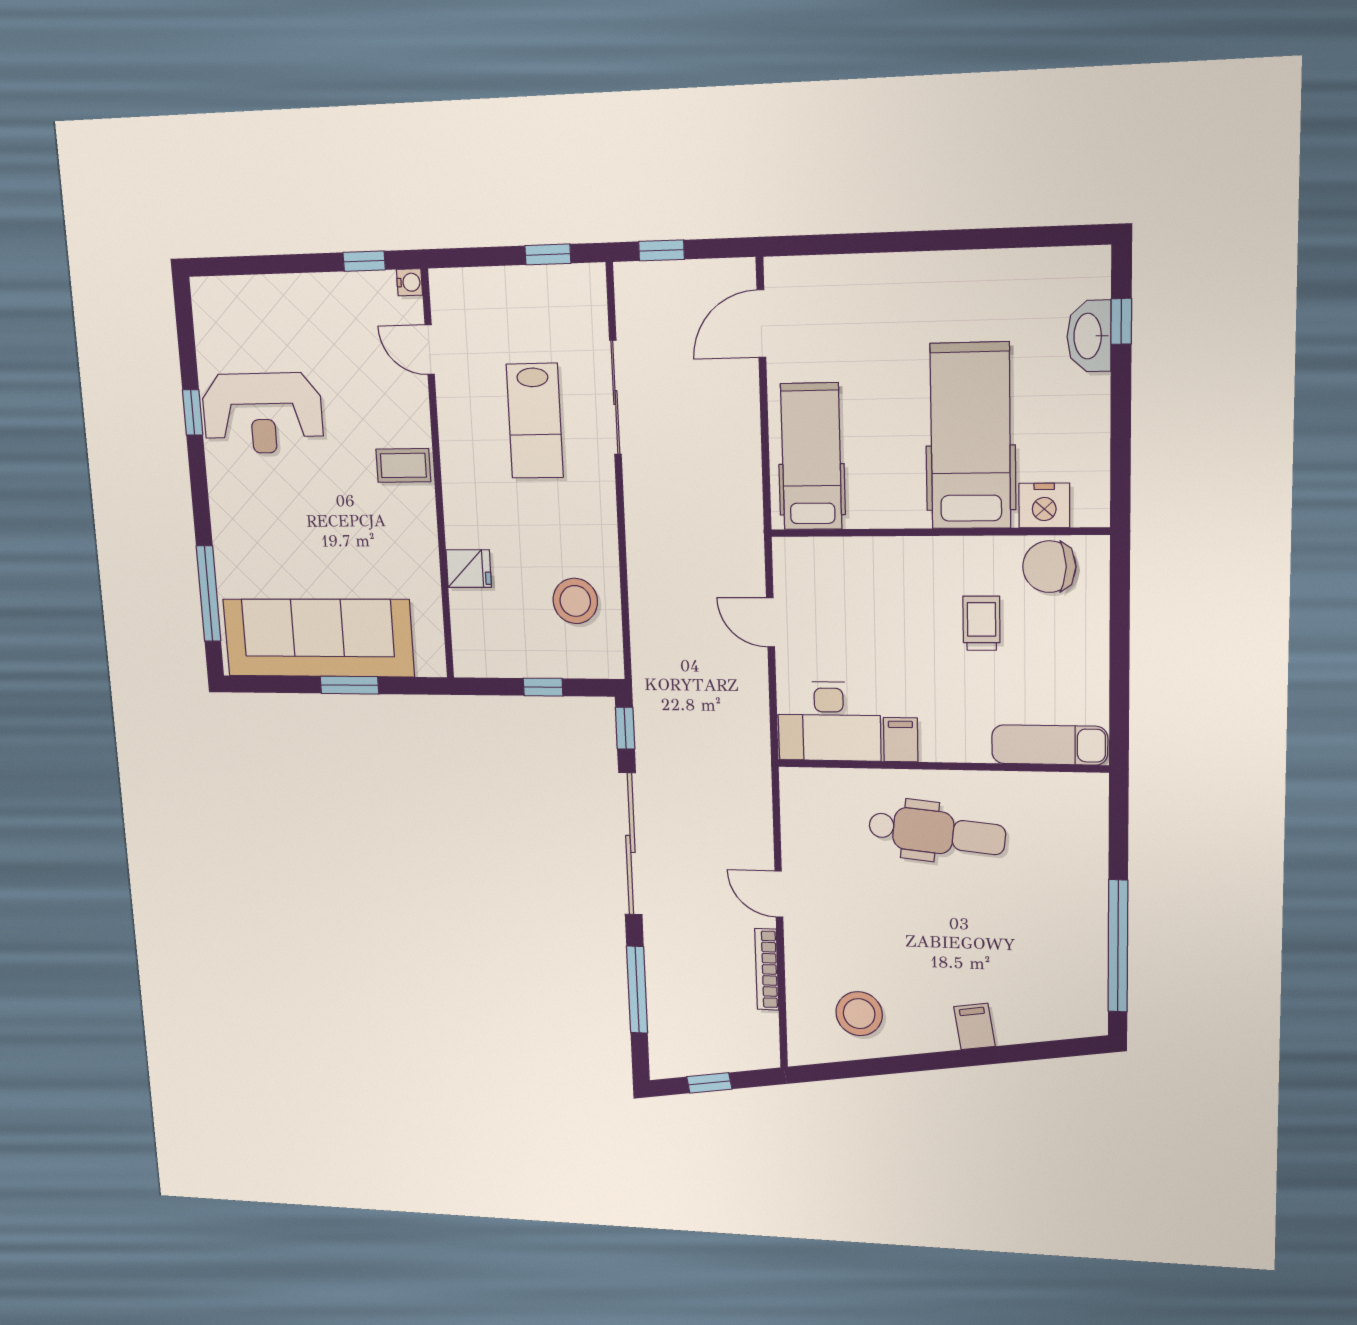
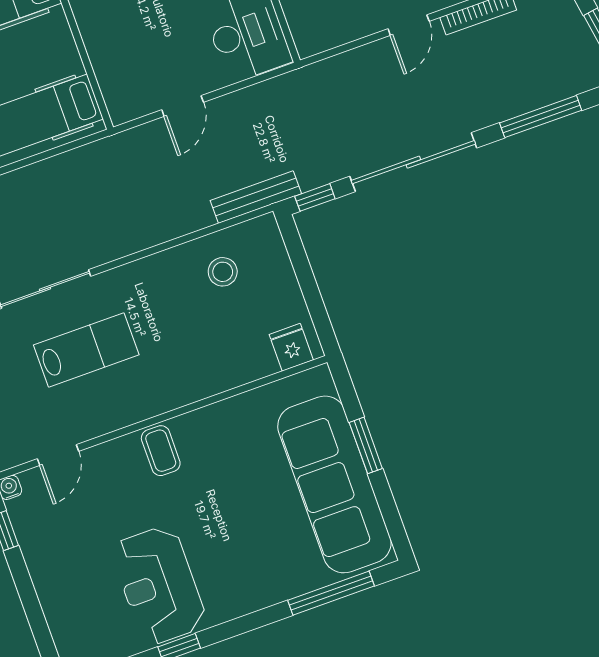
reception desk: (262, 413) -> (159, 585), turned 180
fridge: (469, 569) -> (291, 347), moved
stool: (575, 601) -> (223, 272), width x0.73, depth x0.73
bench: (645, 666) -> (256, 197), added
window: (543, 687) -> (306, 277), removed

